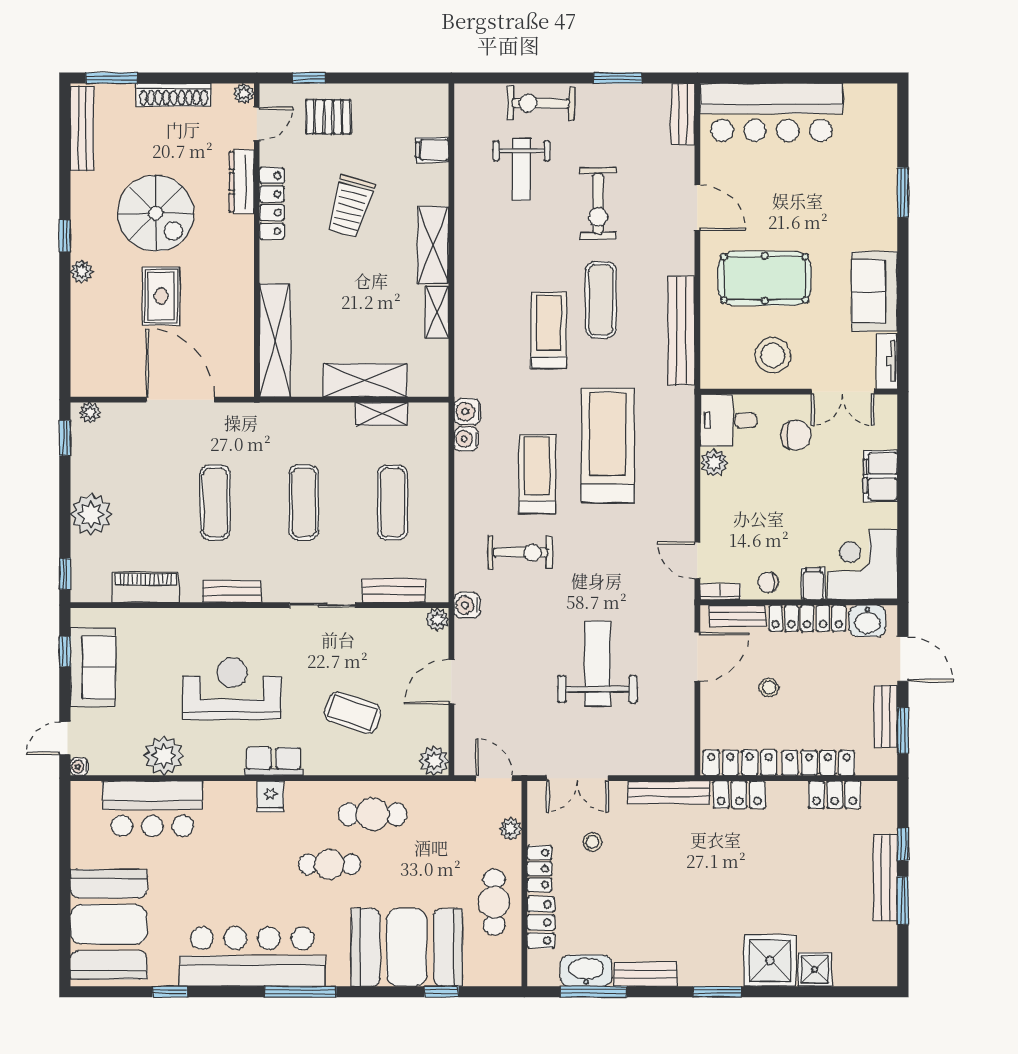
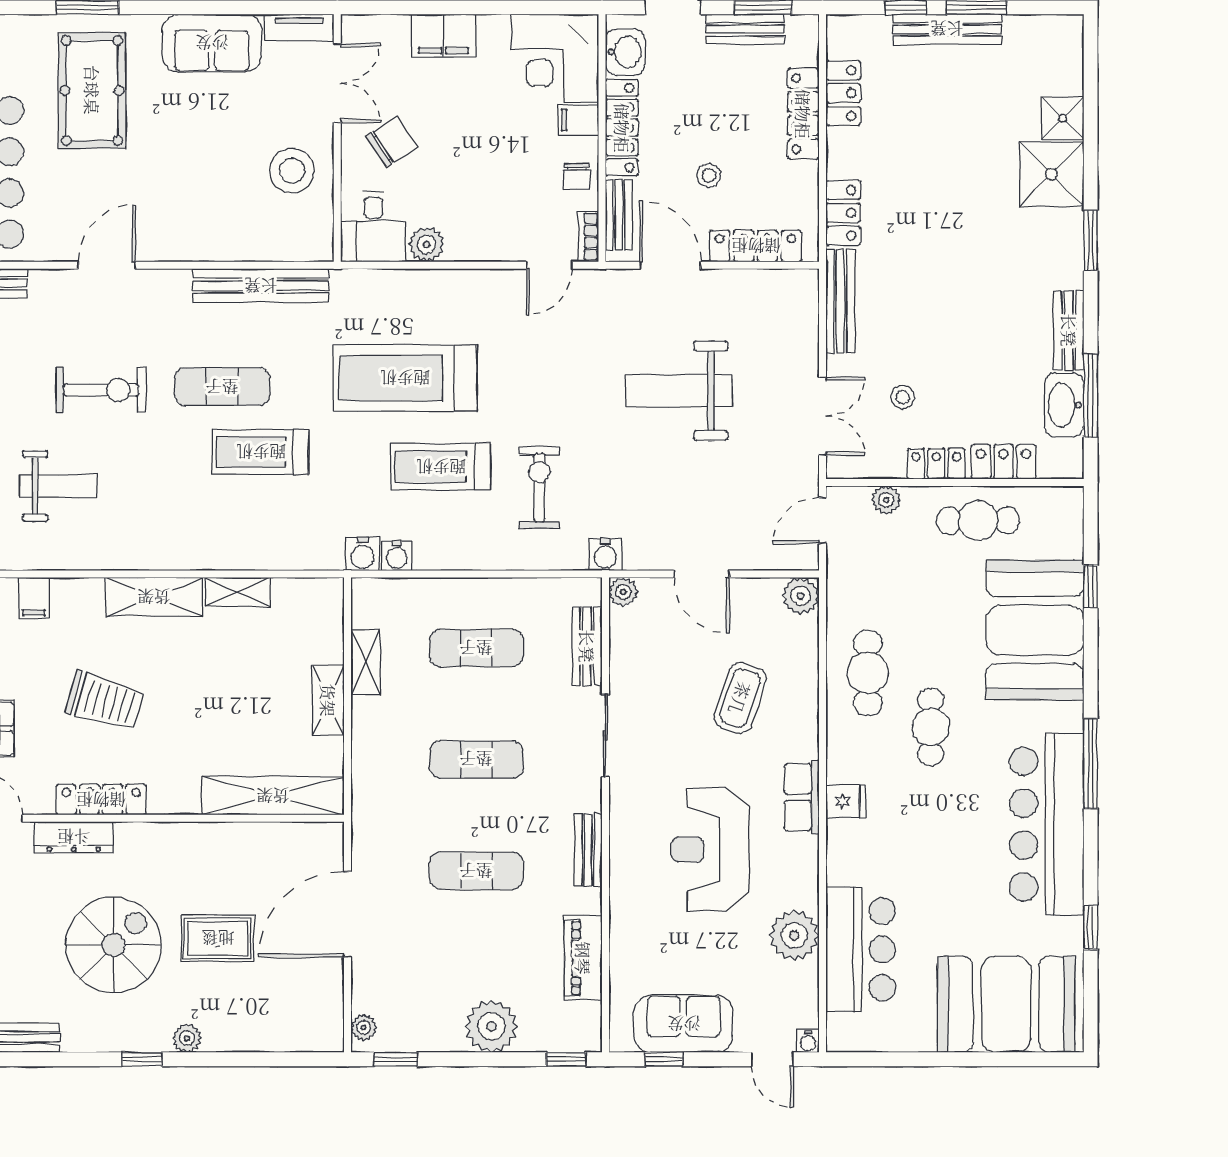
pool table: (765, 278) -> (92, 90), moved
shelving: (365, 380) -> (328, 700), width x0.67, depth x0.75
chair: (796, 435) -> (392, 142), turned 57
locker: (740, 763) -> (756, 246), moved, turned 90

